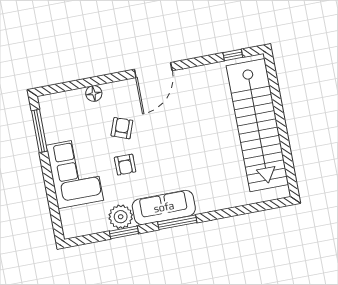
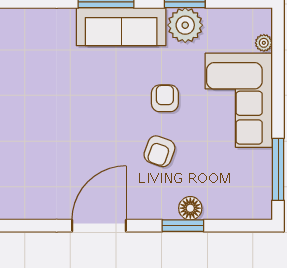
window: (97, 81) -> (183, 226), added
plant: (65, 215) -> (264, 43), added

